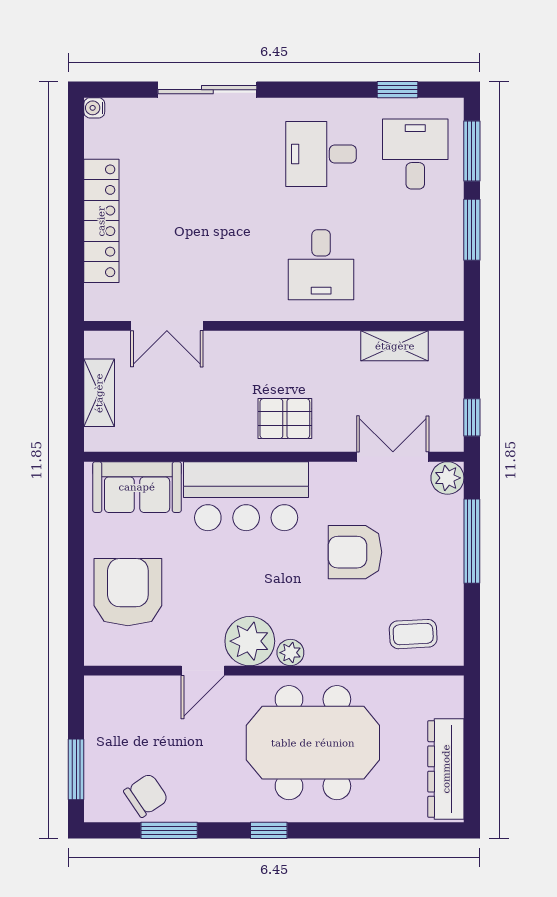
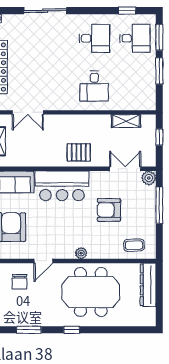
desk: (321, 154) -> (94, 38), turned 180
desk: (415, 154) -> (135, 38), turned 90
window: (472, 417) -> (159, 137), moved
plant: (250, 641) -> (64, 248), removed
dresser: (446, 769) -> (148, 285), moved
chair: (146, 795) -> (20, 282), moved, turned 124

